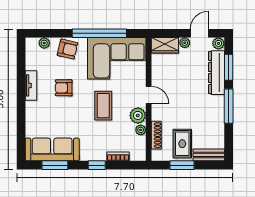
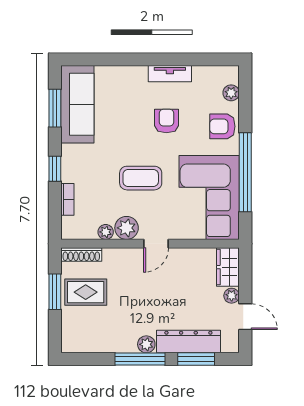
plant: (218, 43) -> (146, 344), moved
armchair: (68, 49) -> (222, 126), turned 77
shoe rack: (156, 135) -> (81, 255), moved
bench: (209, 155) -> (70, 330), removed

